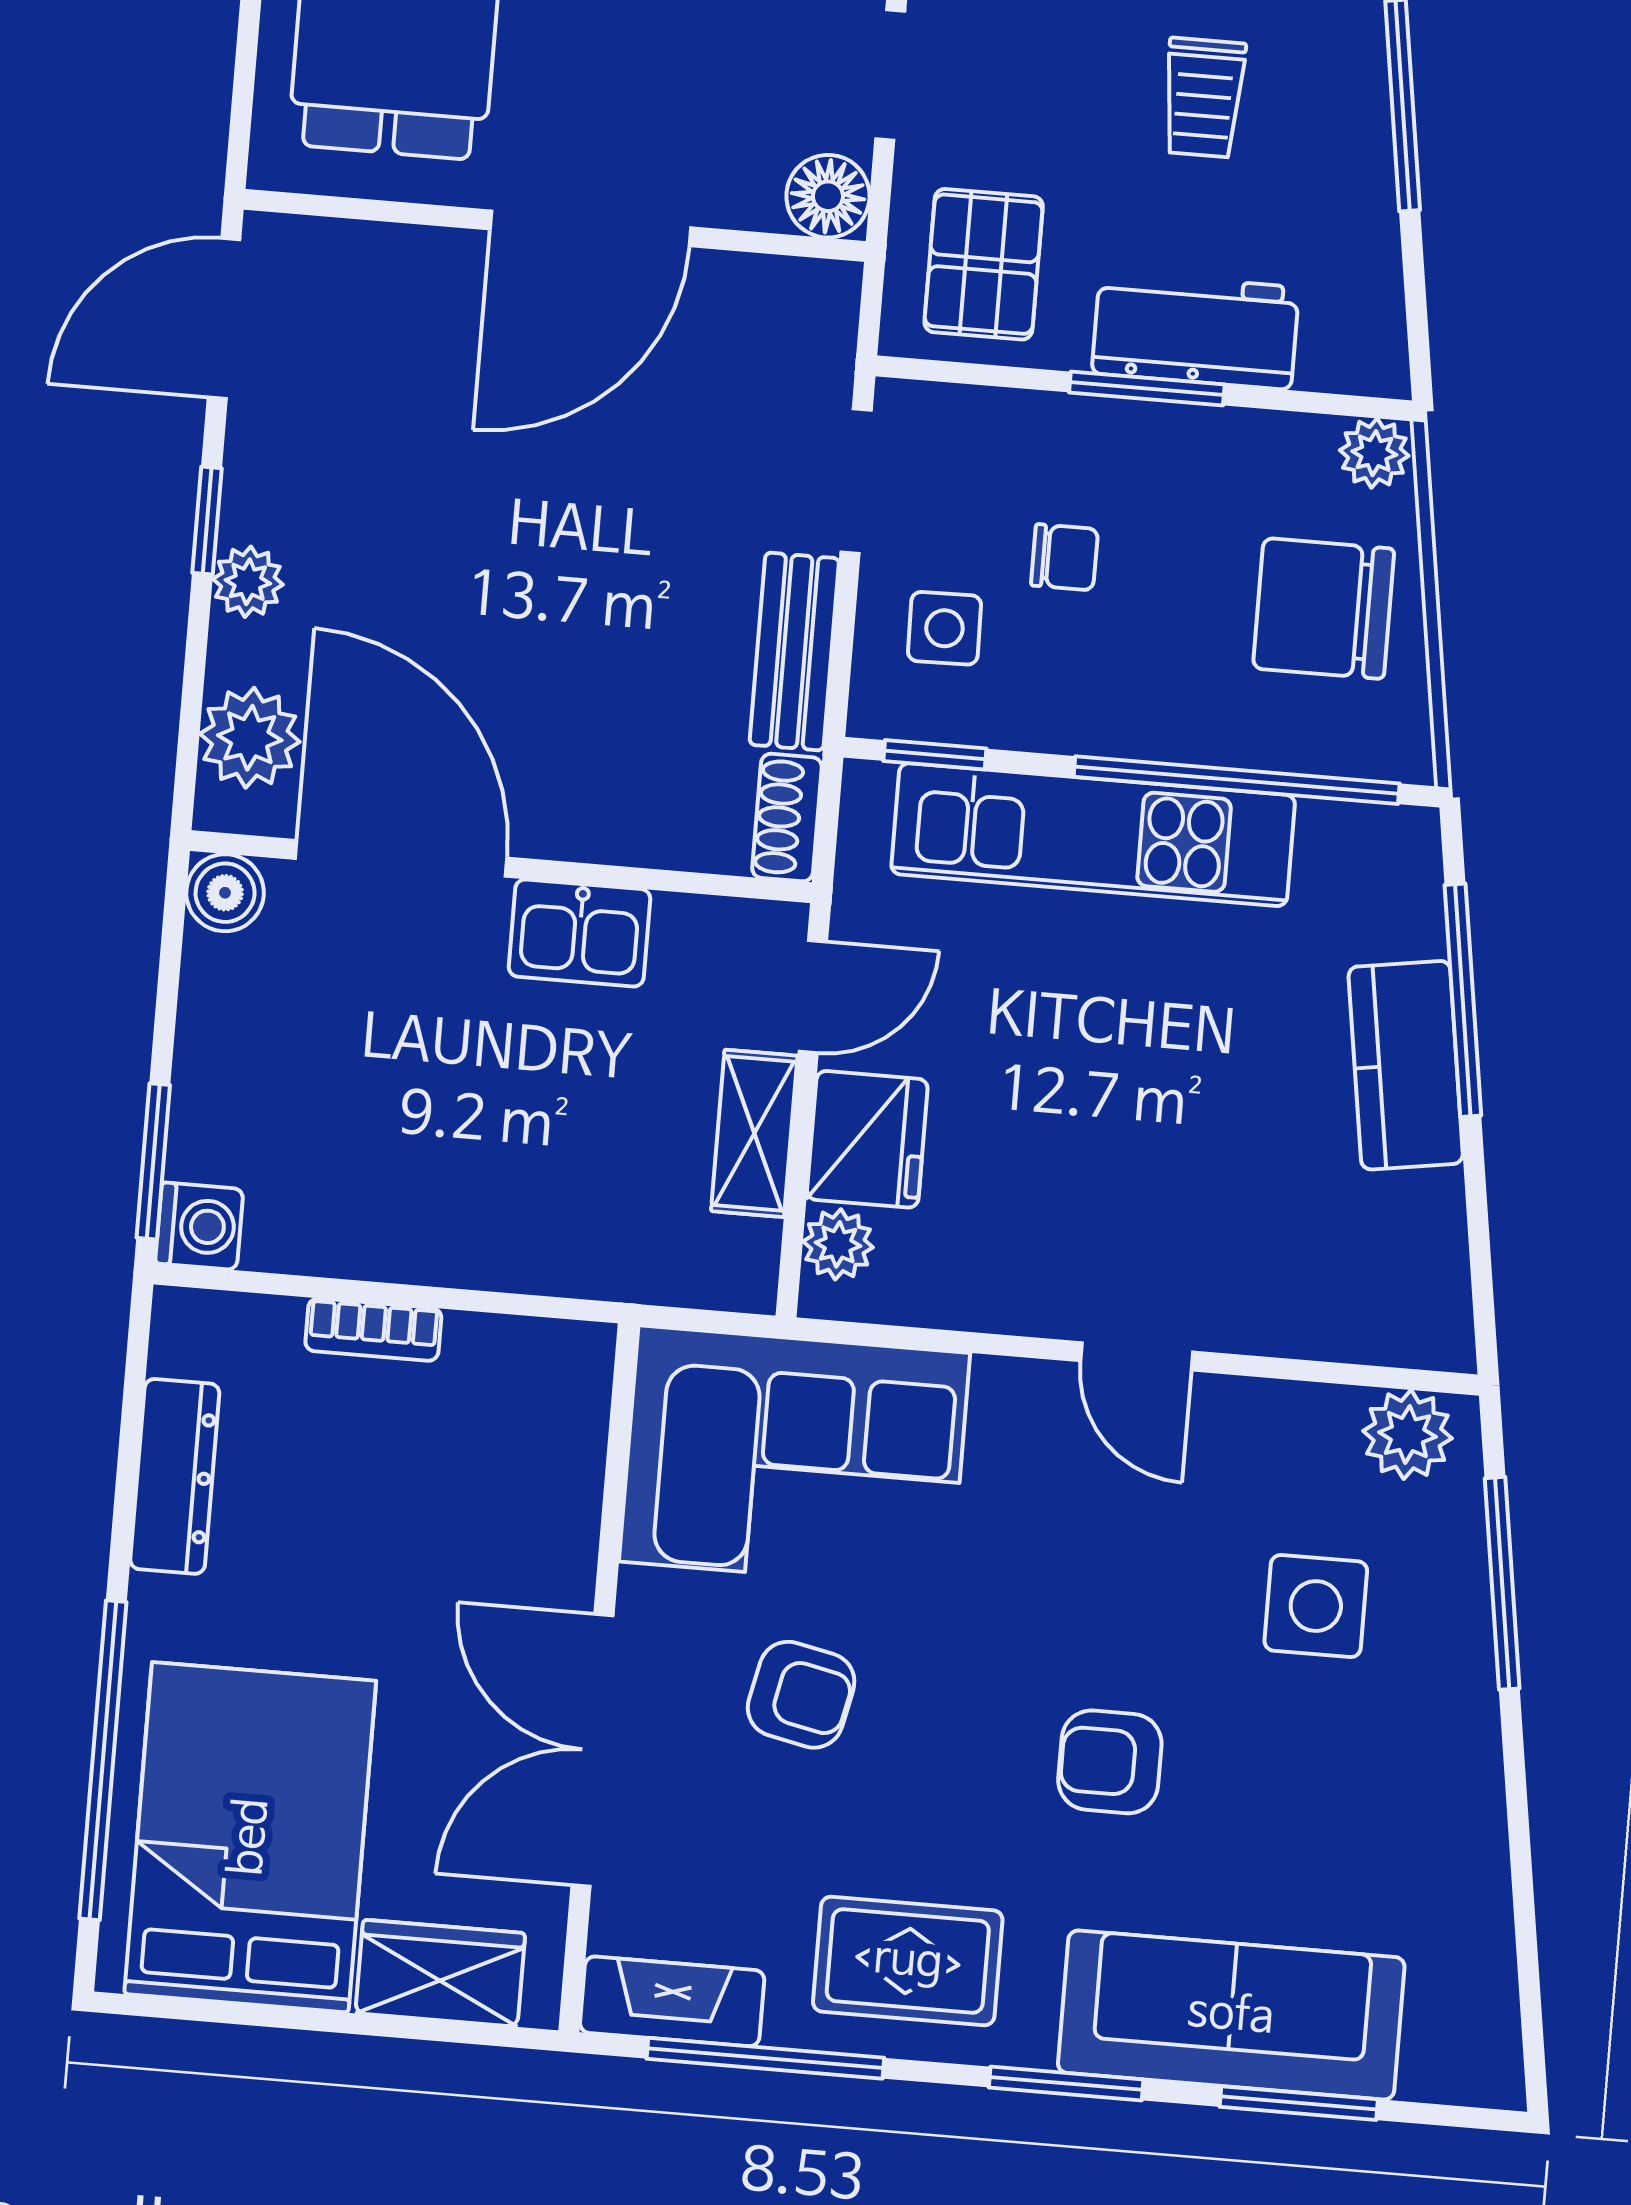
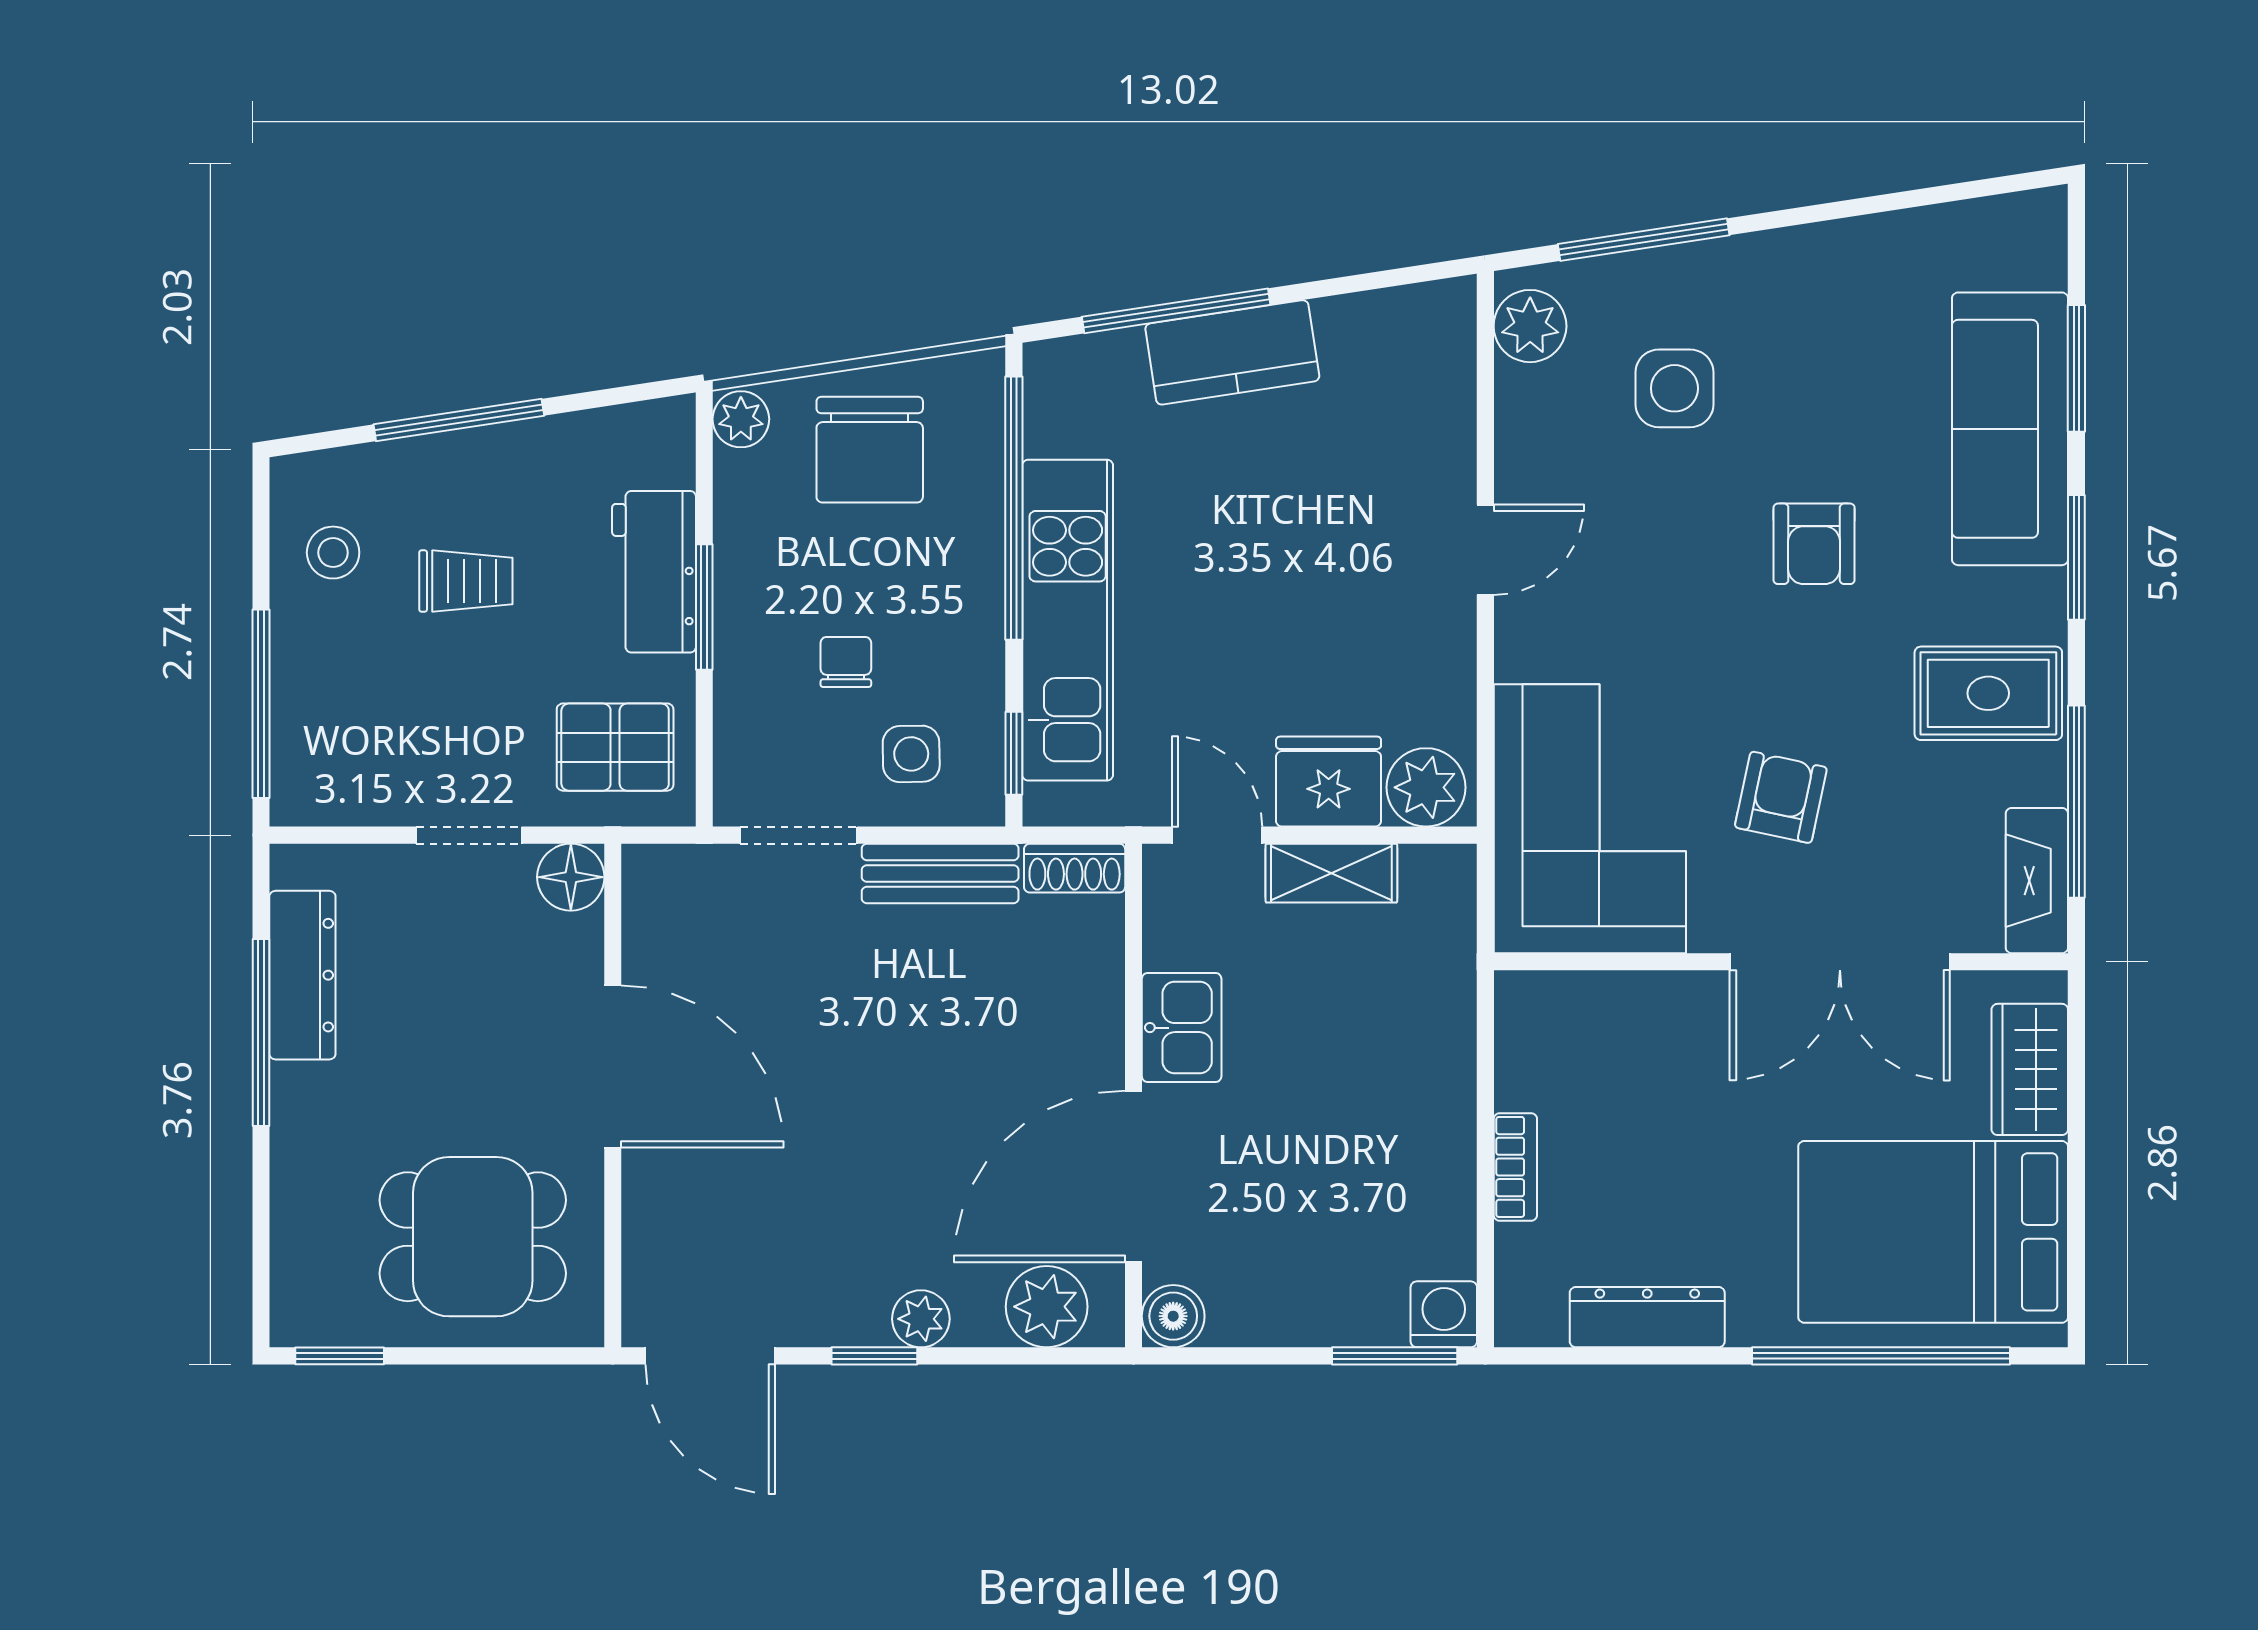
plant: (838, 1244) -> (1426, 787), width x1.38, depth x1.38
rug: (908, 1961) -> (1988, 693), turned 90

